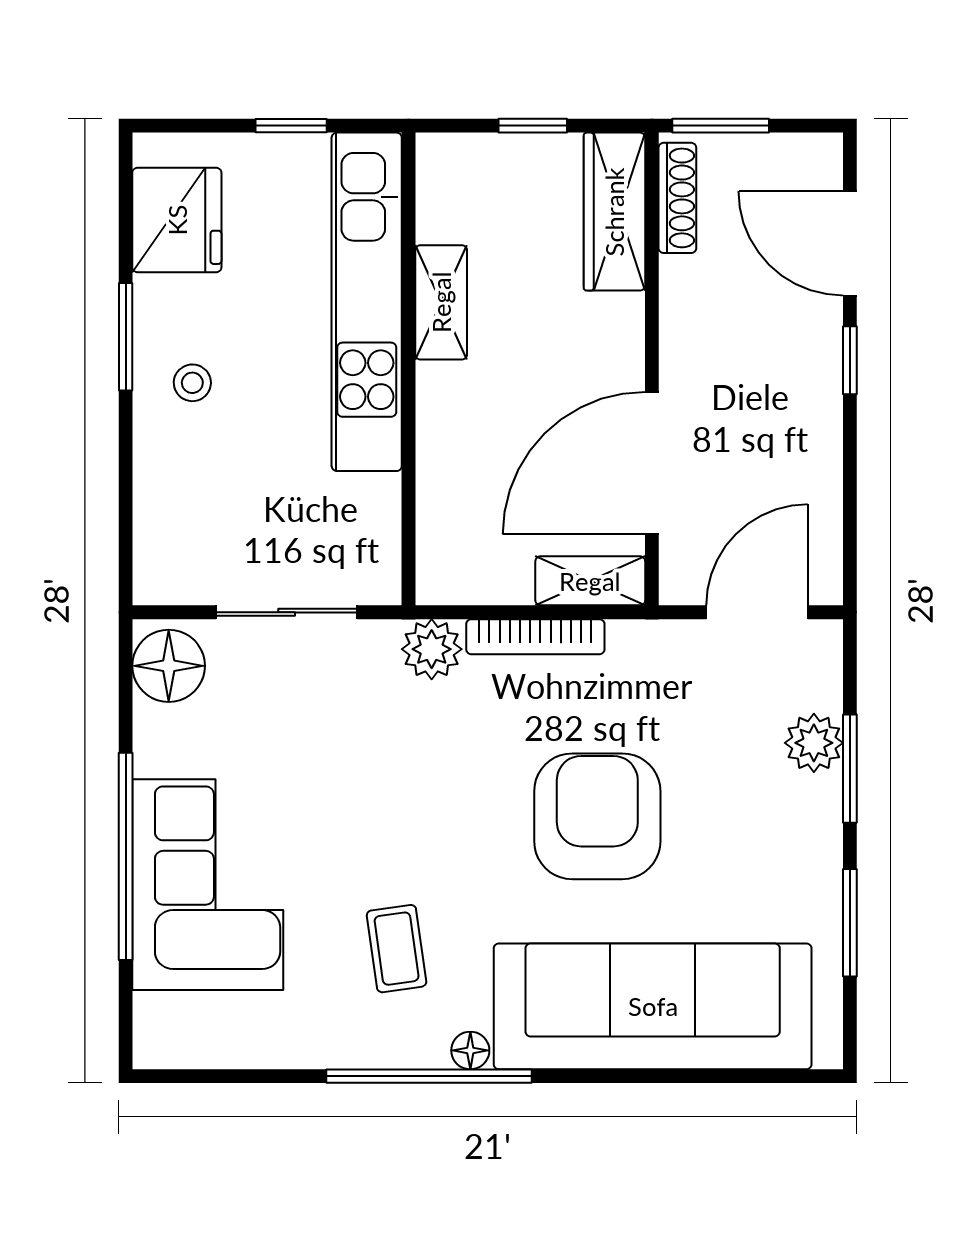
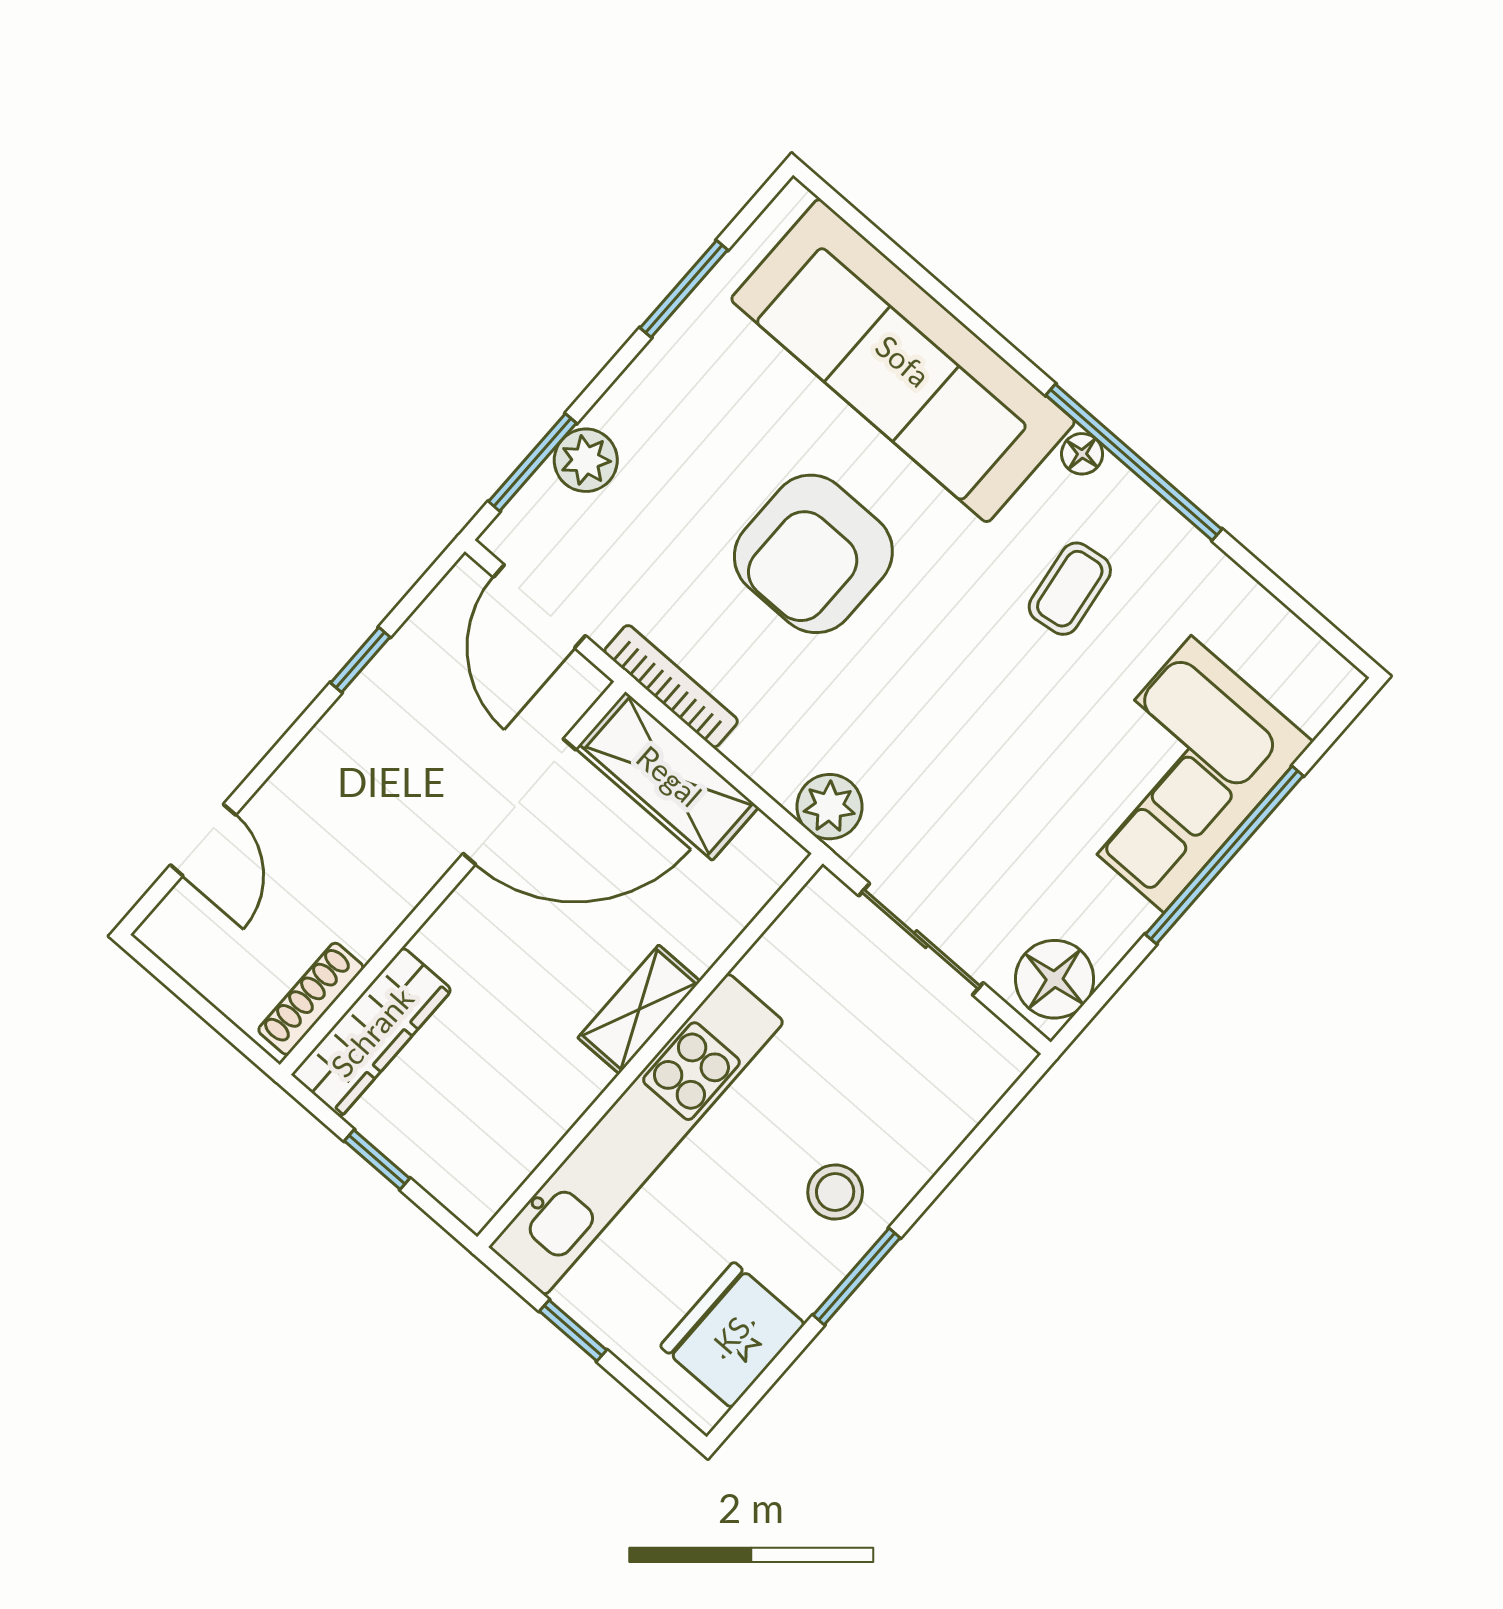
window: (721, 126) -> (225, 1027), removed
door: (850, 243) -> (203, 840), width x0.73
shelving: (441, 302) -> (639, 1009), moved
window: (850, 360) -> (360, 660), moved
stool: (192, 383) -> (835, 1192), width x1.37, depth x1.37
shelving: (590, 581) -> (669, 776), width x1.50, depth x1.33
door: (757, 612) -> (539, 606), hinge flipped
bookcase: (535, 637) -> (671, 686), moved
window: (850, 769) -> (533, 462), moved

